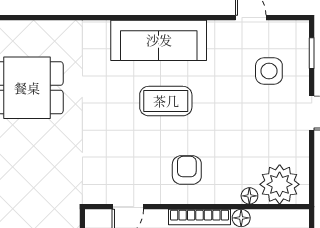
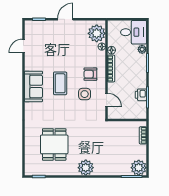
sofa: (159, 40) -> (33, 86), width x0.73
side table: (269, 71) -> (85, 94), moved

